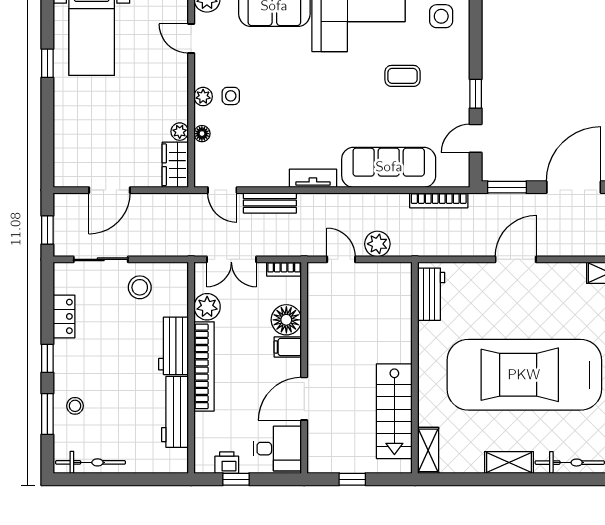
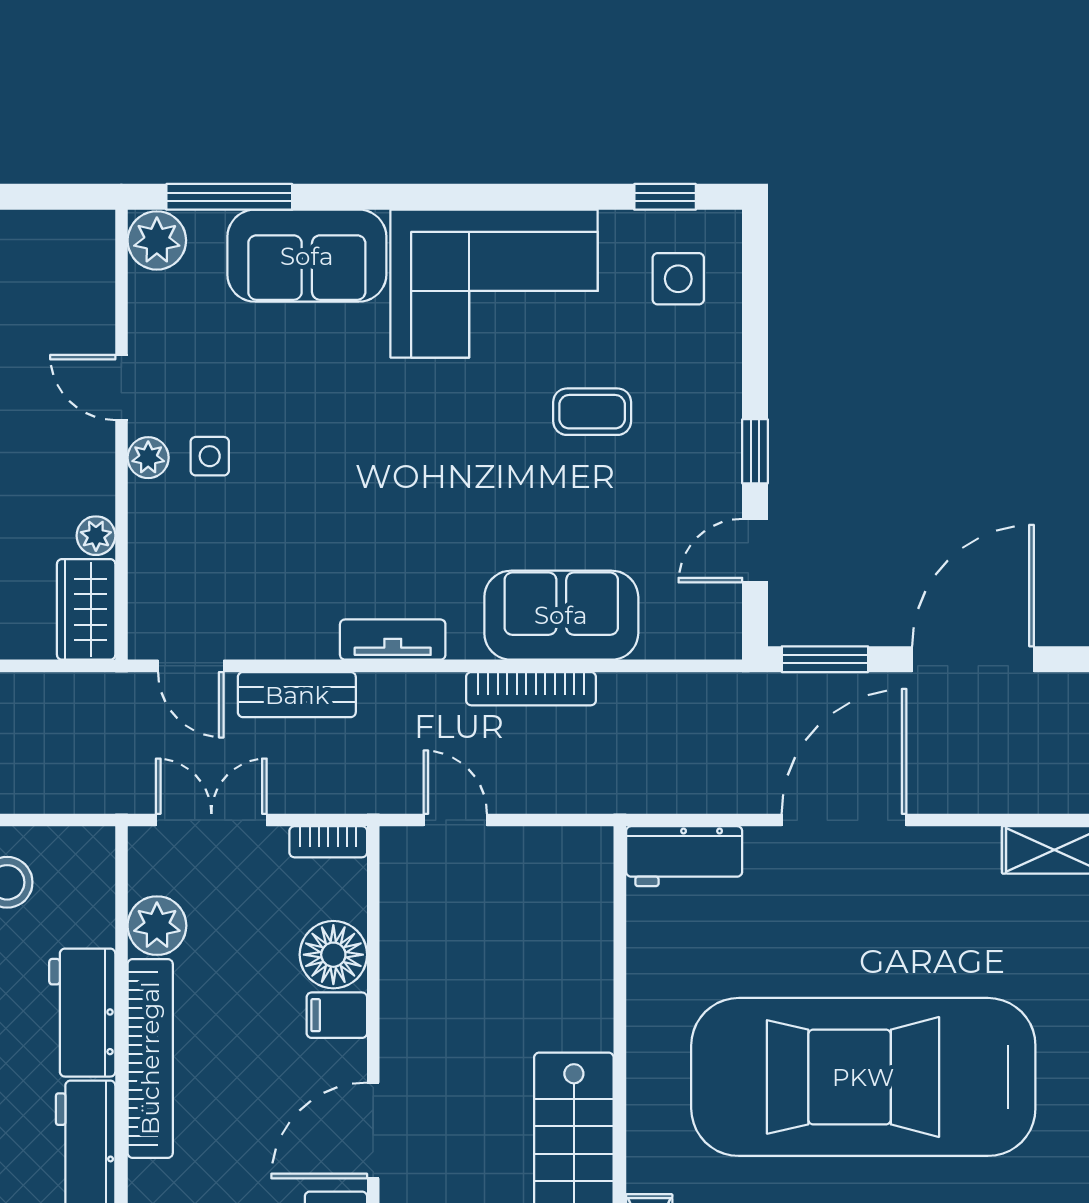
door: (191, 38) -> (121, 387), moved
floor lamp: (202, 134) -> (146, 540), removed
sofa: (389, 167) -> (561, 615), width x0.73
bookcase: (439, 200) -> (531, 689), moved
plant: (377, 244) -> (536, 786), removed
double door: (231, 259) -> (211, 820), swing flipped
door: (516, 259) -> (844, 820), width x1.36
workbench: (431, 294) -> (684, 856), moved, turned 90

